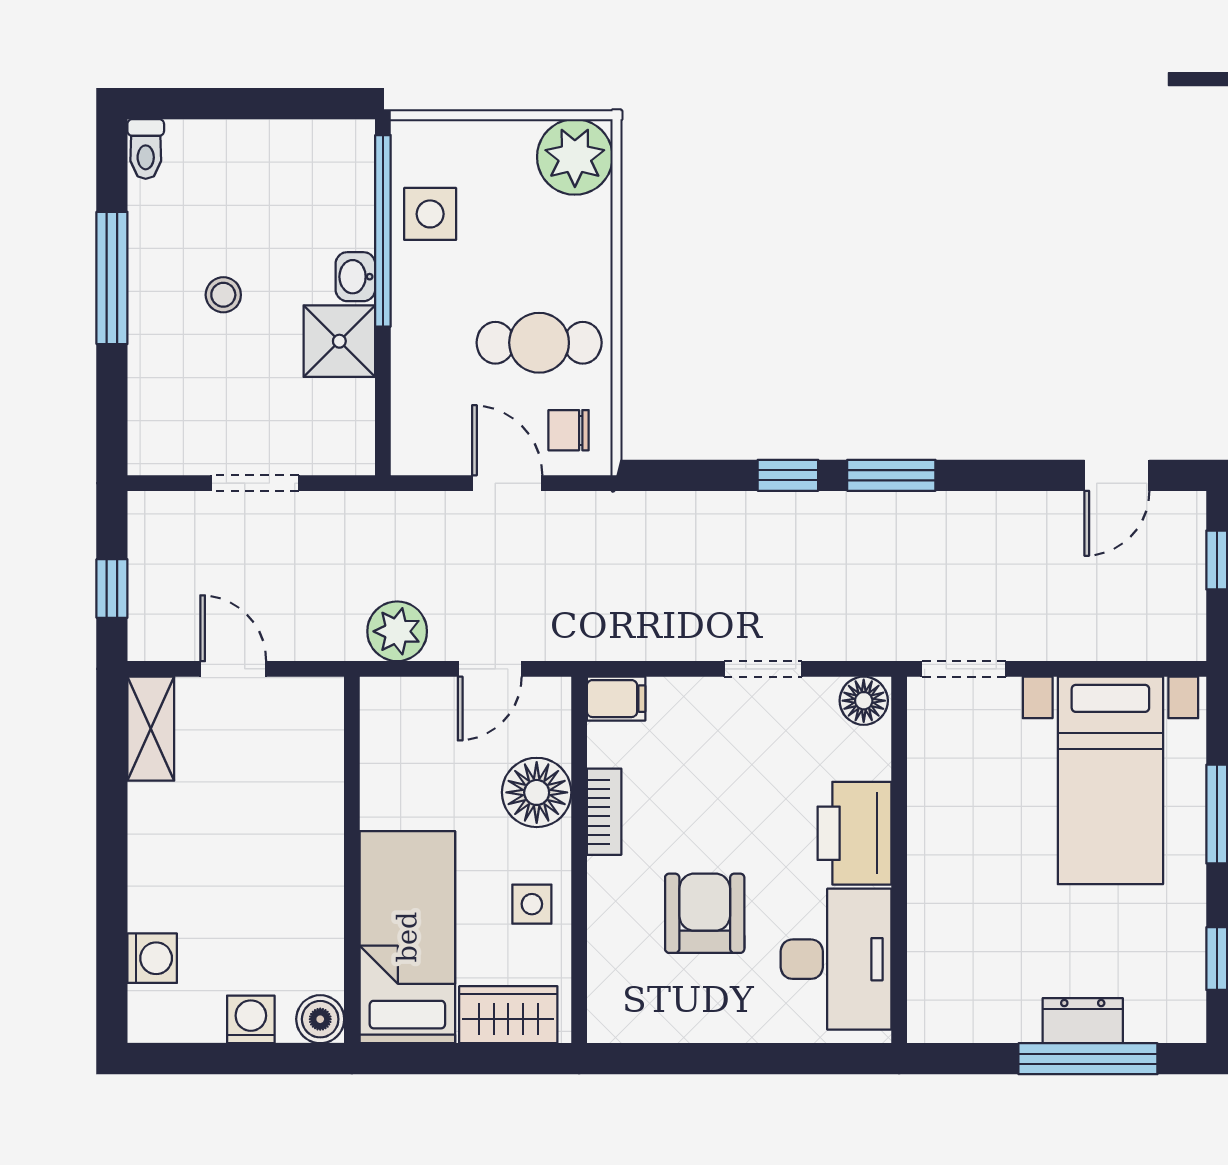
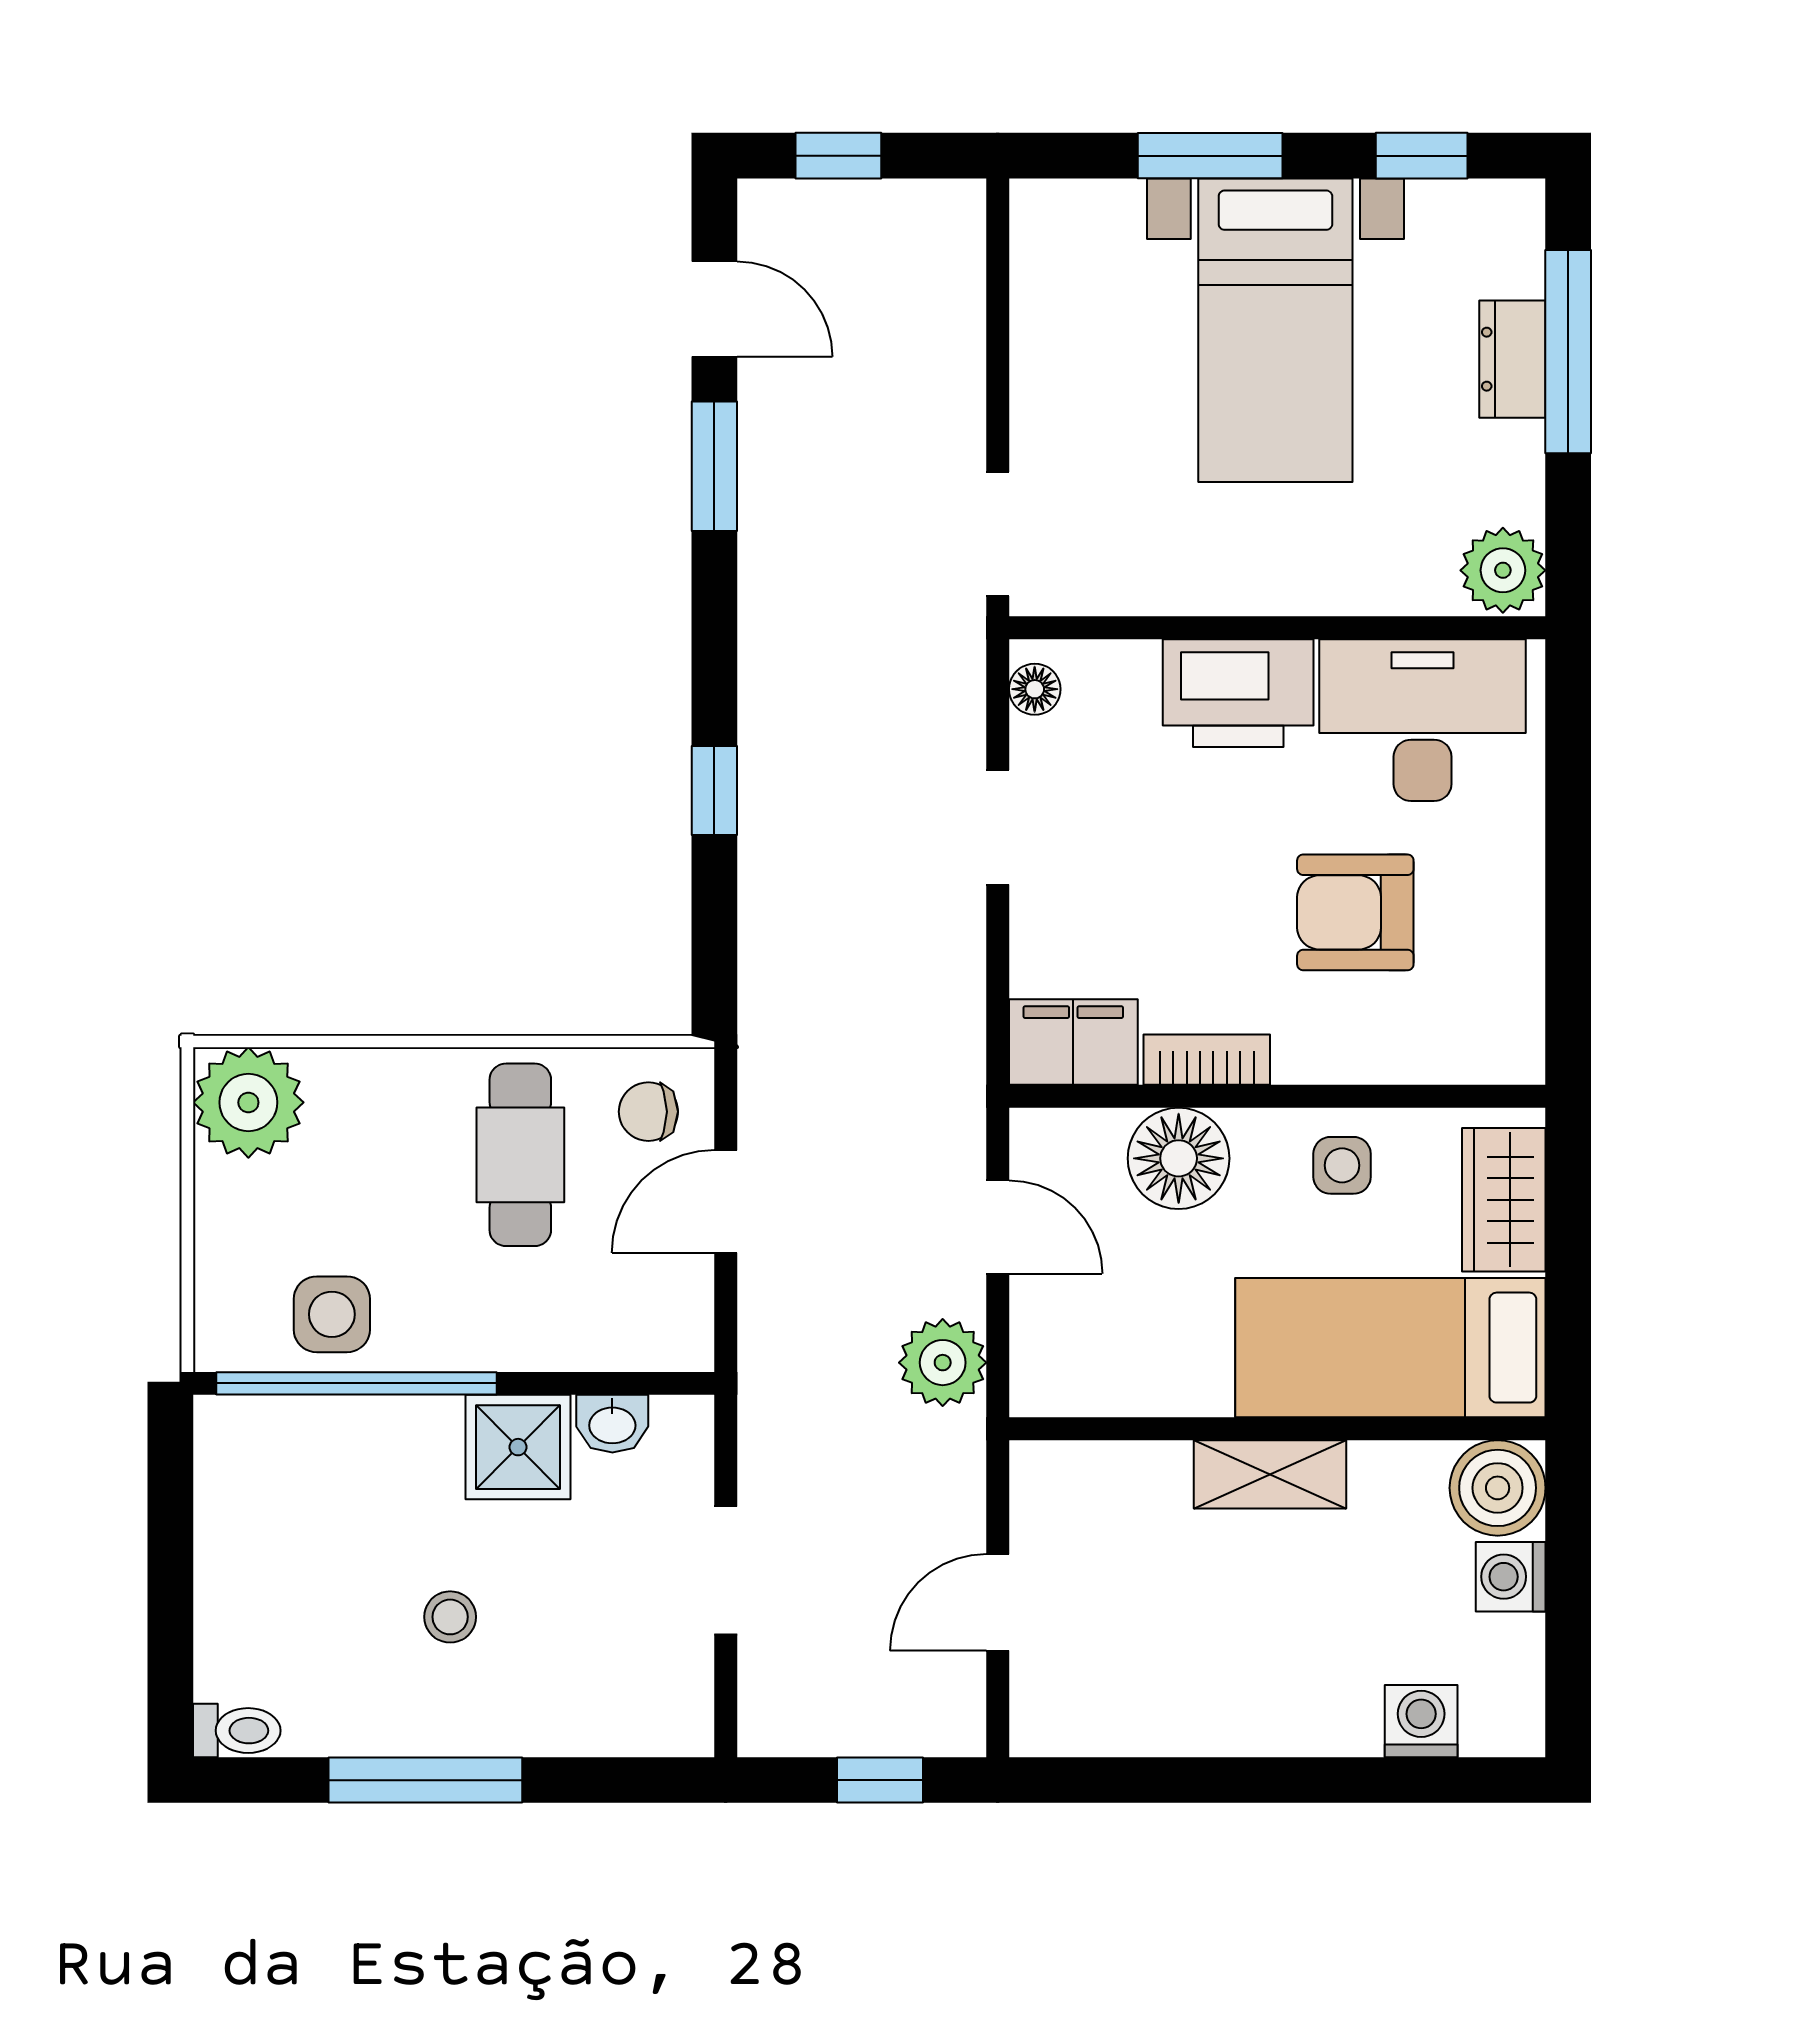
washbasin: (355, 277) -> (612, 1424), moved
chair: (569, 430) -> (648, 1112), turned 90
window: (891, 475) -> (714, 466), moved
filing cabinet: (616, 699) -> (1073, 1042), width x2.00
floor lamp: (864, 701) -> (1035, 689), width x0.73, depth x0.73
shelving: (151, 729) -> (1270, 1474), moved
bed with nightstands: (1110, 780) -> (1275, 330), moved, turned 90
plant: (938, 1014) -> (1503, 570), added
boiler: (320, 1019) -> (1498, 1488), width x1.36, depth x1.36

